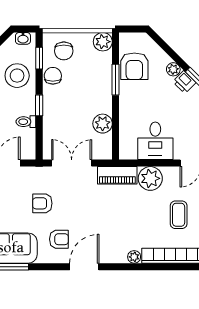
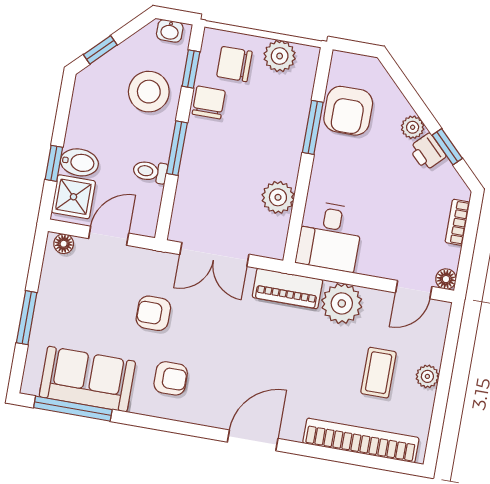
plant: (103, 42) -> (280, 56), moved
chair: (64, 51) -> (234, 64), turned 90
window: (39, 105) -> (177, 148), width x1.50
desk: (155, 141) -> (330, 236), moved
double door: (72, 163) -> (214, 254), swing flipped
plant: (134, 257) -> (291, 430), removed
door: (84, 267) -> (253, 440), moved

